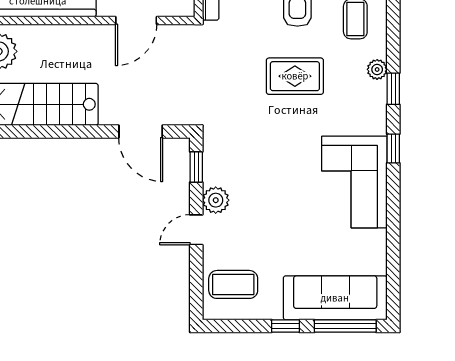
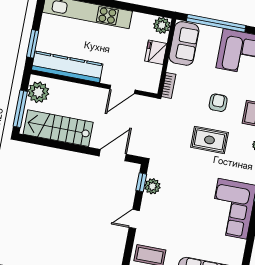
door: (141, 131) -> (113, 155), swing flipped
plant: (216, 200) -> (152, 186), moved

